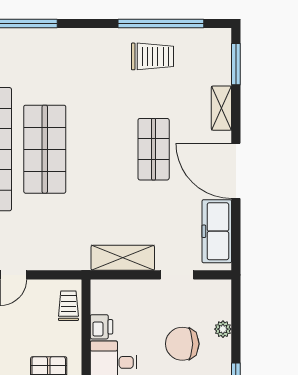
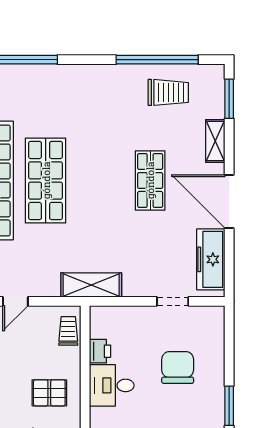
trolley: (152, 56) -> (168, 92), moved
shelving: (123, 258) -> (91, 285), moved
plant: (223, 329) -> (217, 353), removed
chair: (182, 344) -> (178, 368), turned 90

